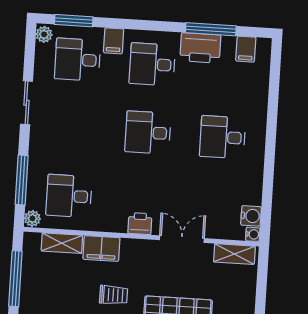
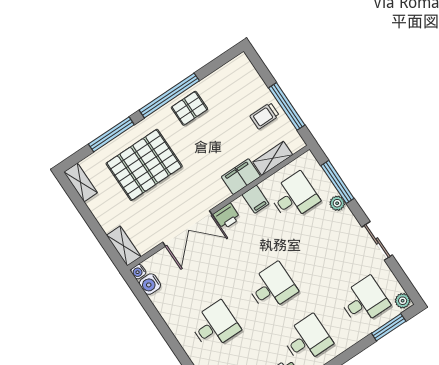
filing cabinet: (114, 41) -> (256, 199), moved, turned 180
plant: (32, 218) -> (337, 203), moved
double door: (182, 239) -> (187, 228), width x1.37
shelving: (234, 254) -> (124, 246), moved, turned 90
trolley: (114, 295) -> (265, 116), moved

